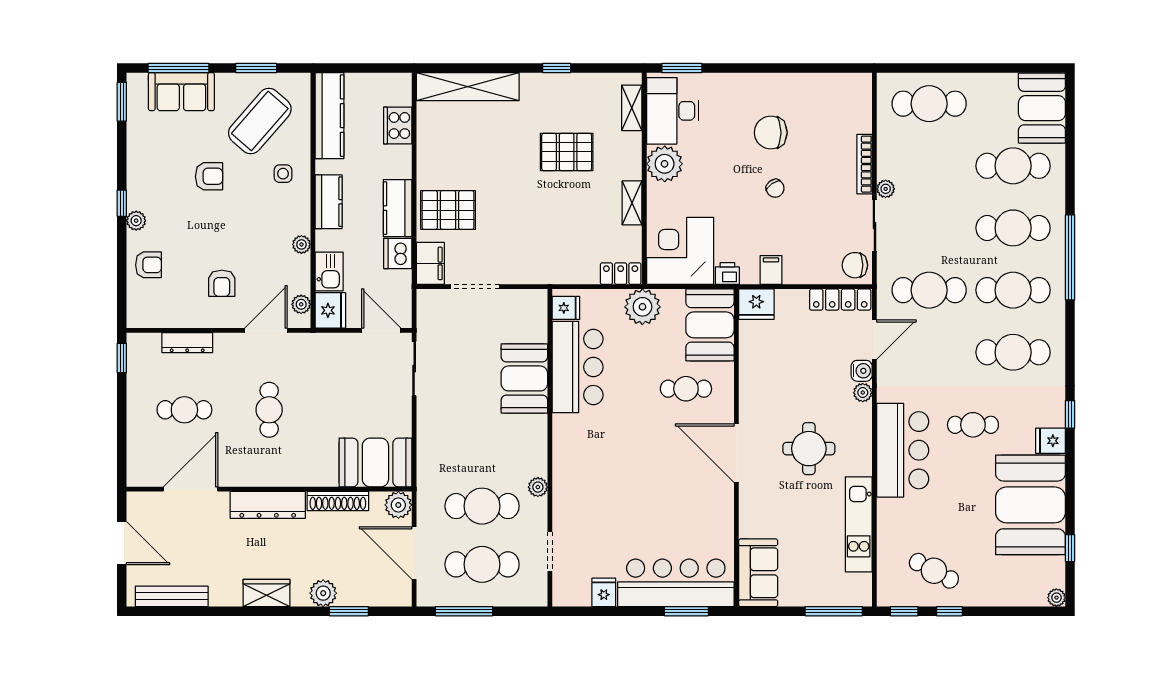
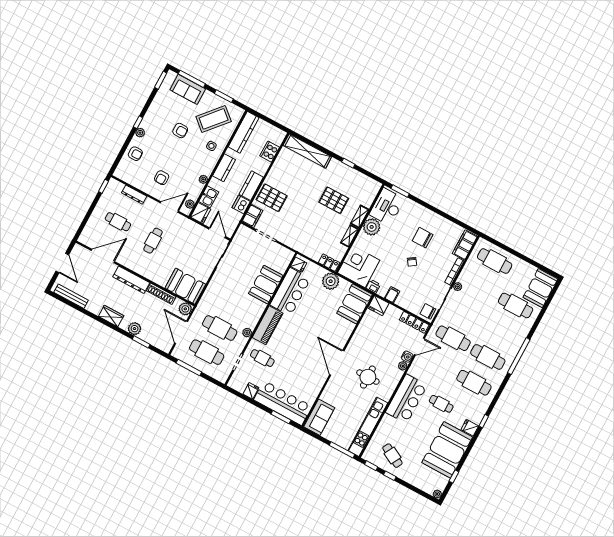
filing cabinet: (857, 103) -> (465, 245), added
shelving: (632, 108) -> (360, 217), moved
cafe table: (1013, 228) -> (502, 331), removed
cafe table: (686, 389) -> (262, 358), moved
piano: (569, 453) -> (268, 325), added
kitchen unit: (859, 524) -> (368, 427), width x1.36

